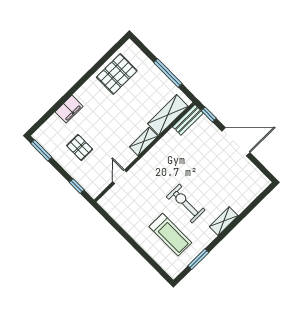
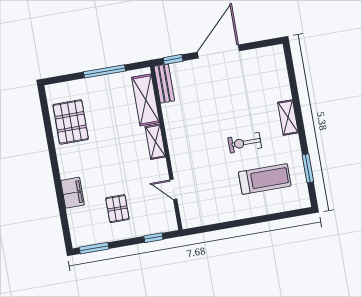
pallet: (80, 147) -> (117, 209), turned 90
exercise bike: (186, 203) -> (245, 143), width x0.73, depth x0.72

